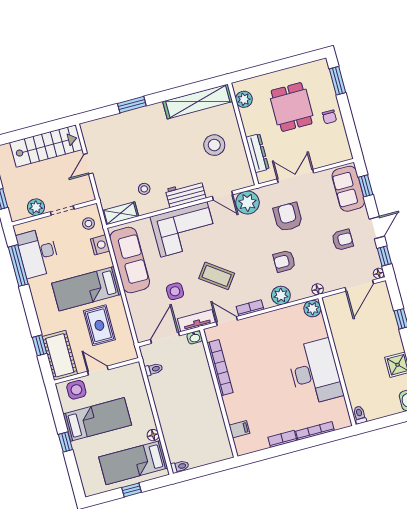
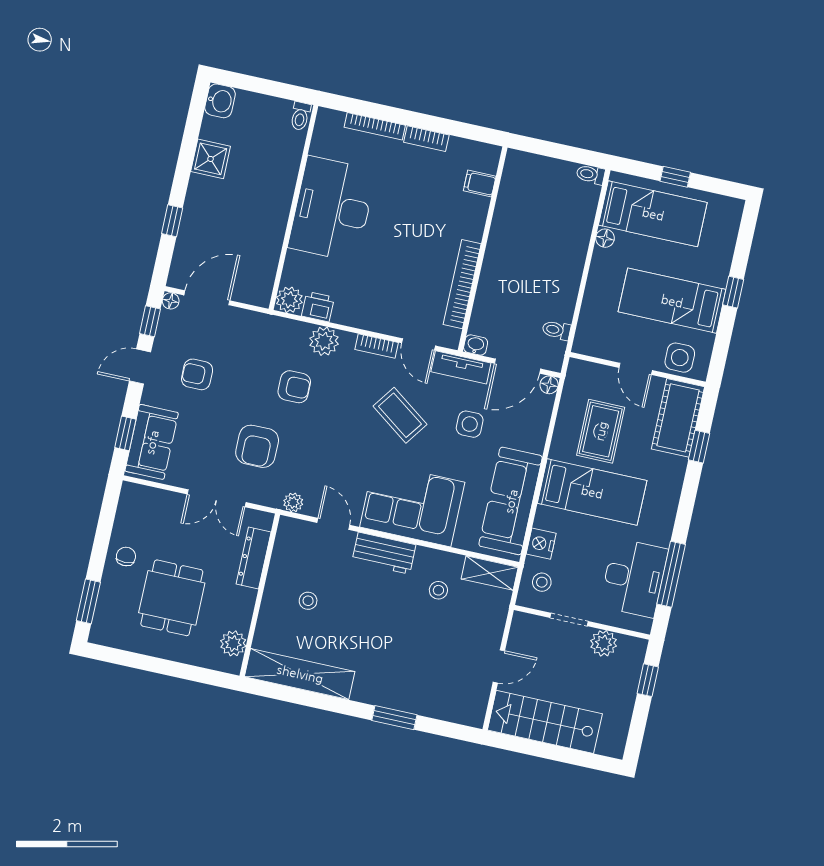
stool: (214, 145) -> (308, 601), width x0.53, depth x0.53
plant: (247, 203) -> (293, 502), width x0.53, depth x0.53
floor lamp: (318, 289) -> (549, 385), moved
printer: (294, 313) -> (318, 307), added

